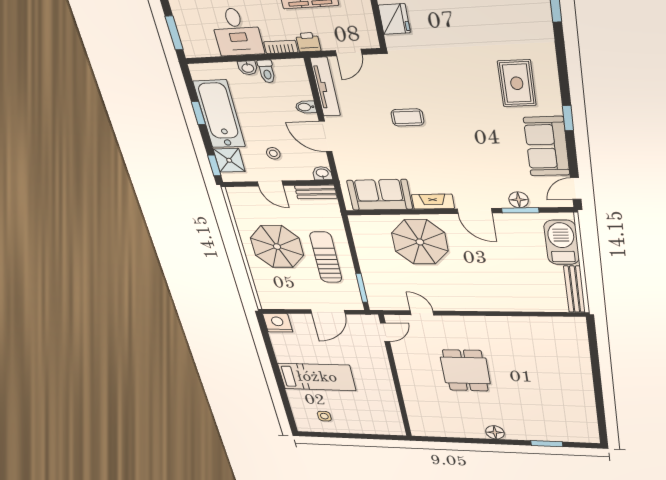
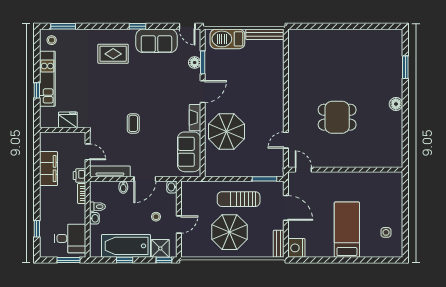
desk: (237, 32) -> (70, 238), moved
bench: (316, 192) -> (279, 244), moved

